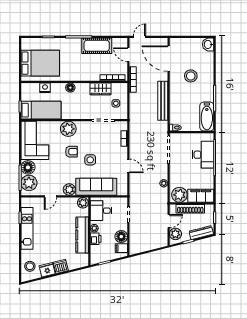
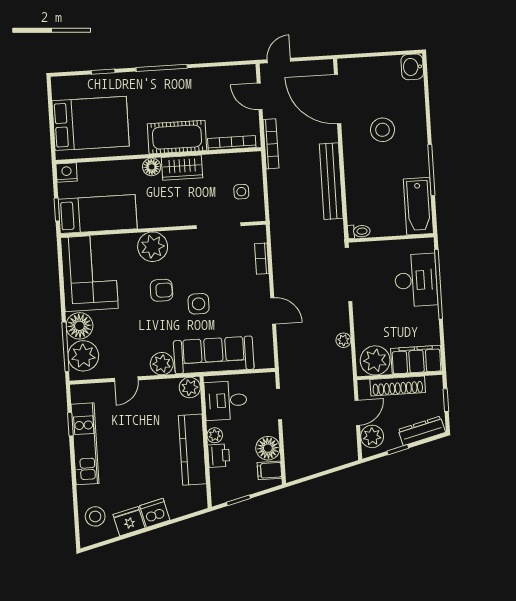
cot: (97, 46) -> (177, 137), moved
nightstand: (45, 88) -> (67, 173), moved
wardrobe: (101, 89) -> (182, 168), moved

